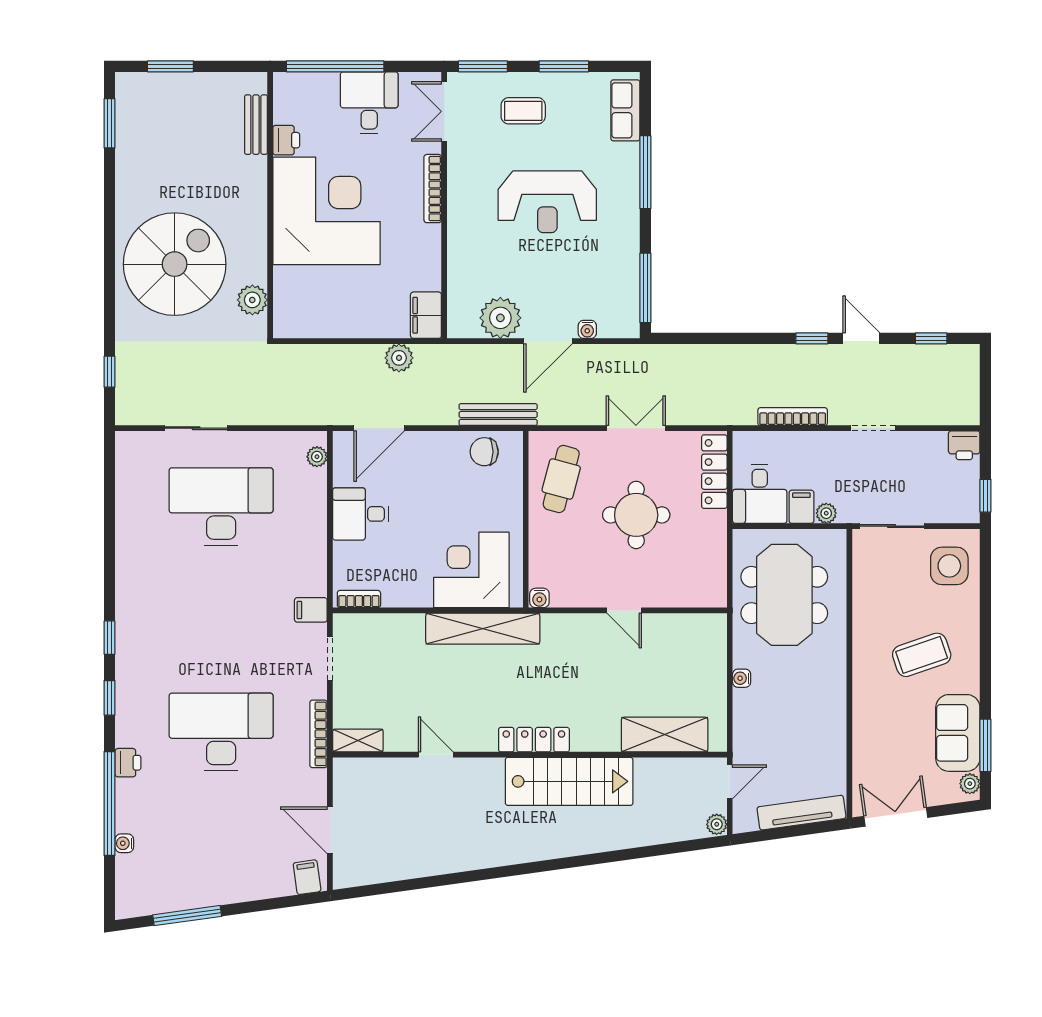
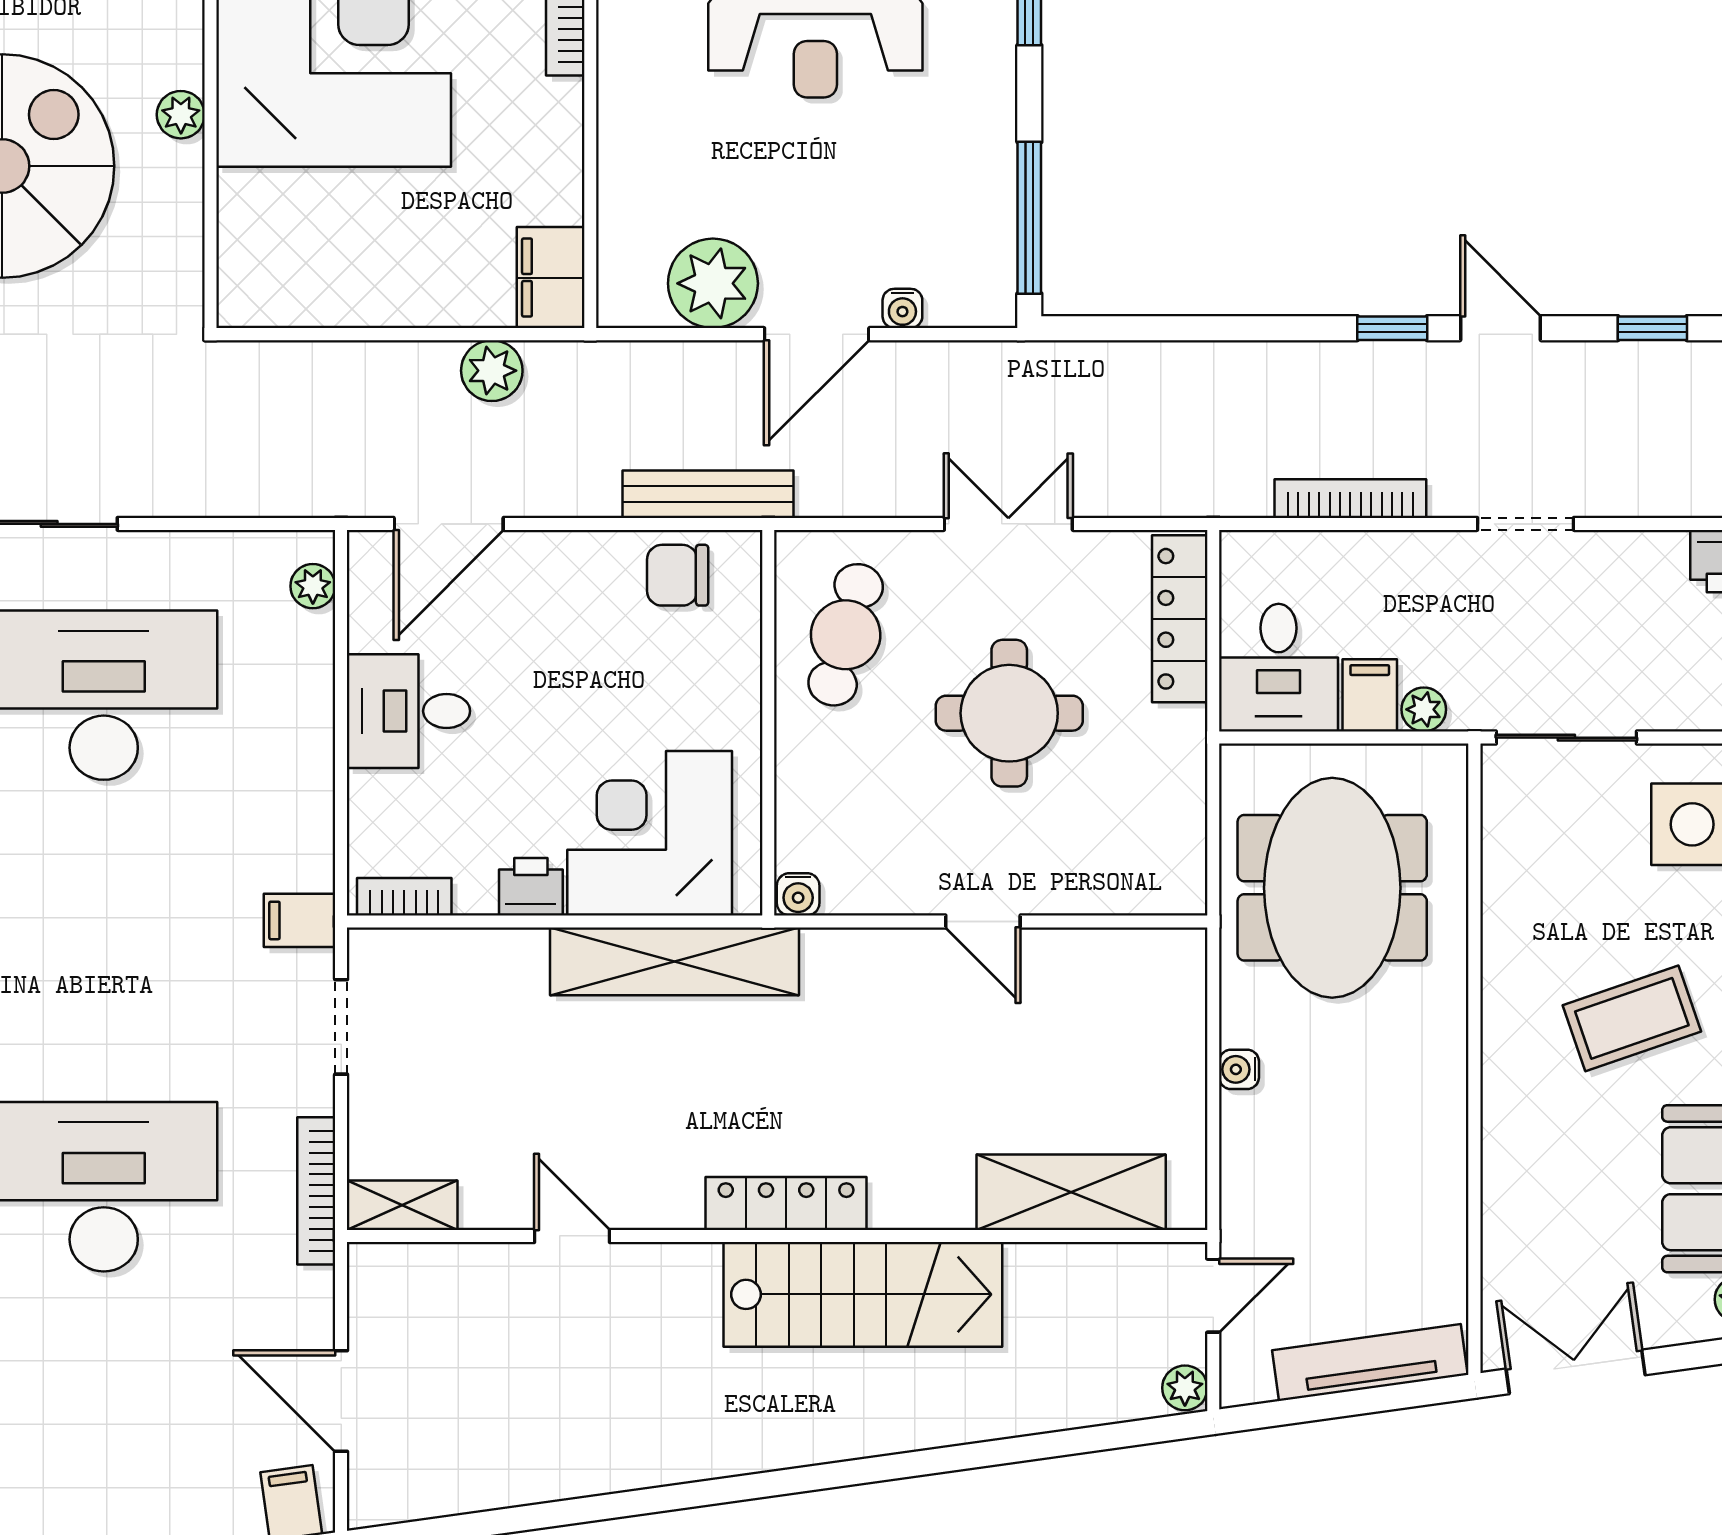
plant: (252, 300) -> (181, 115), moved, width x0.73, depth x0.73
printer: (417, 594) -> (531, 887), added

